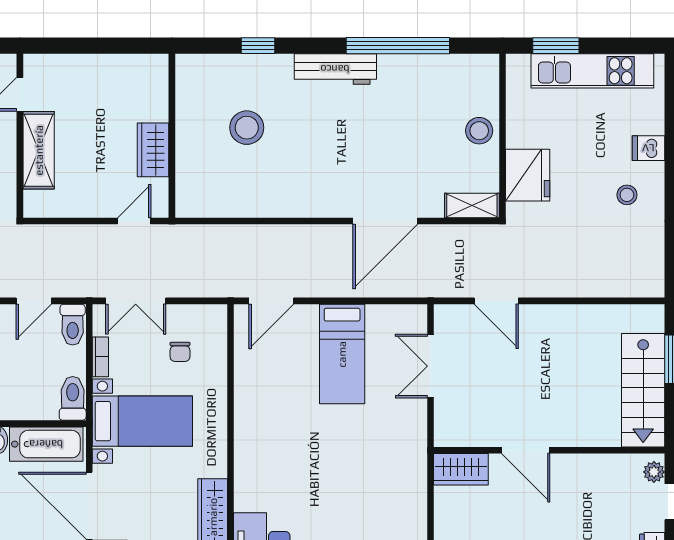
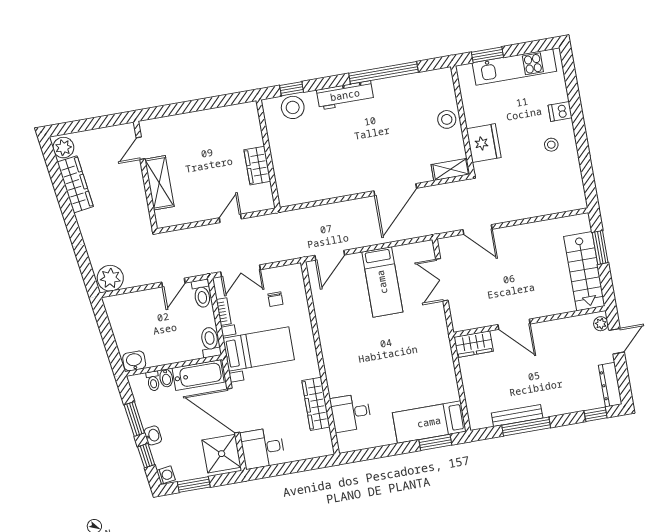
stool: (247, 128) -> (293, 107), moved
wall: (172, 136) -> (268, 154), moved
wardrobe: (153, 150) -> (257, 166), moved

